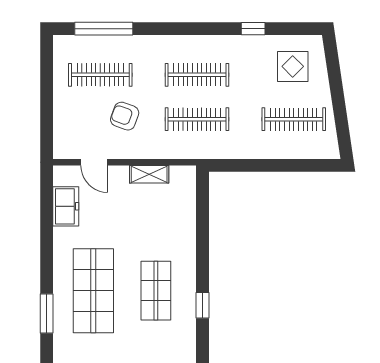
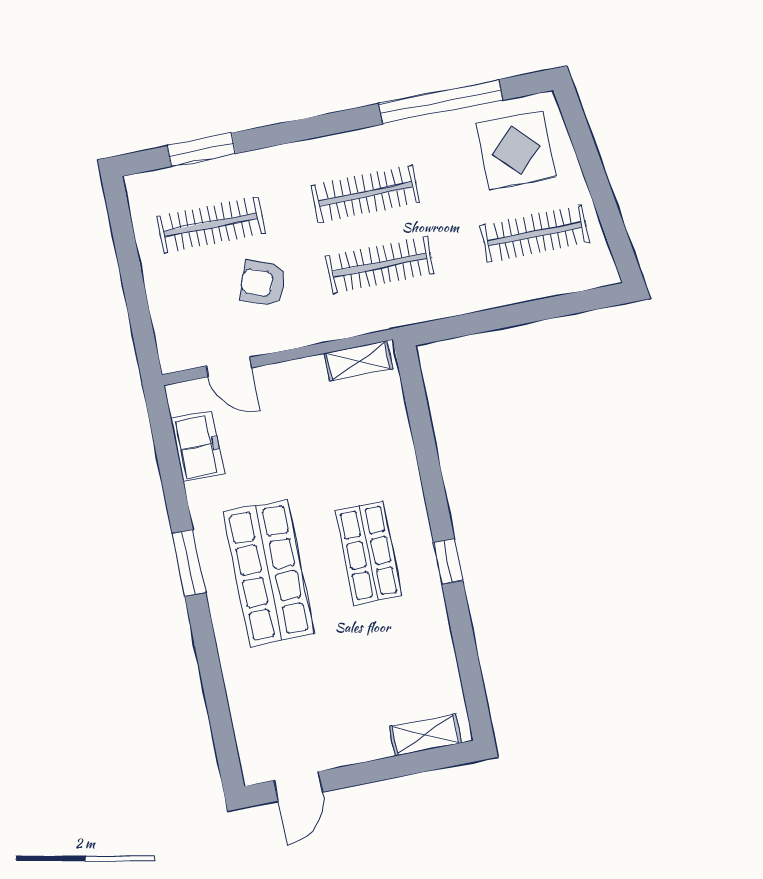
window: (104, 29) -> (201, 150), width x0.69
window: (253, 29) -> (441, 102), width x3.17
display table: (293, 66) -> (516, 150), width x1.36, depth x1.36
shelving: (149, 174) -> (358, 361), moved
window: (47, 314) -> (189, 563), moved

